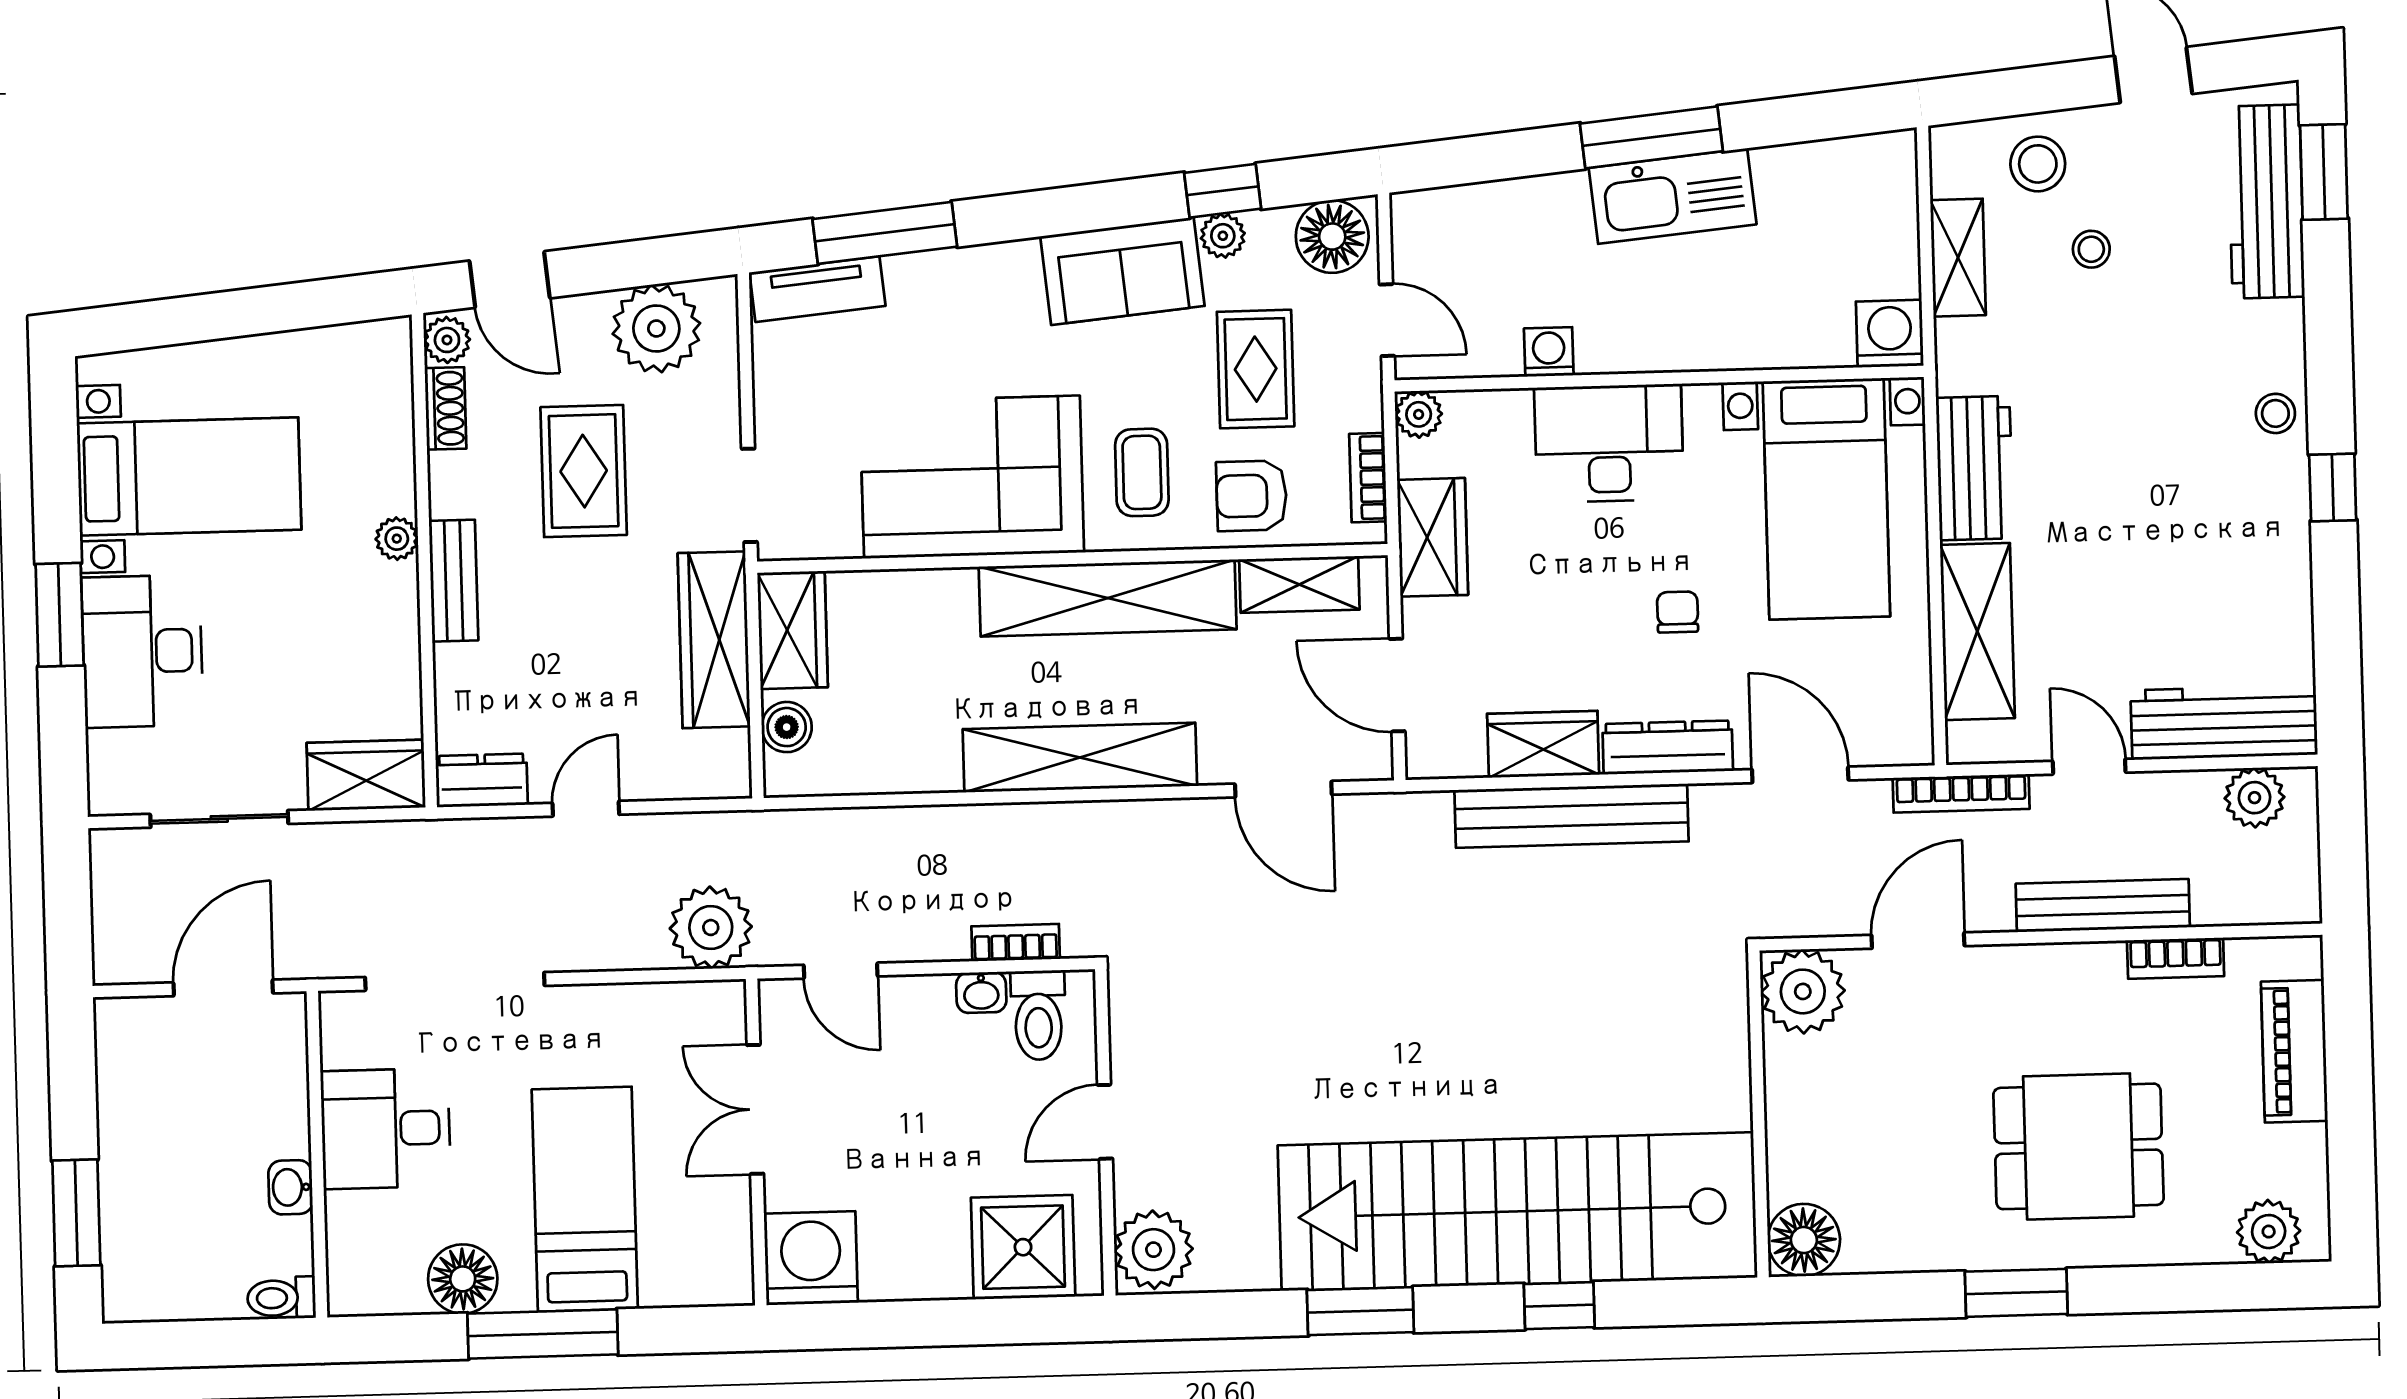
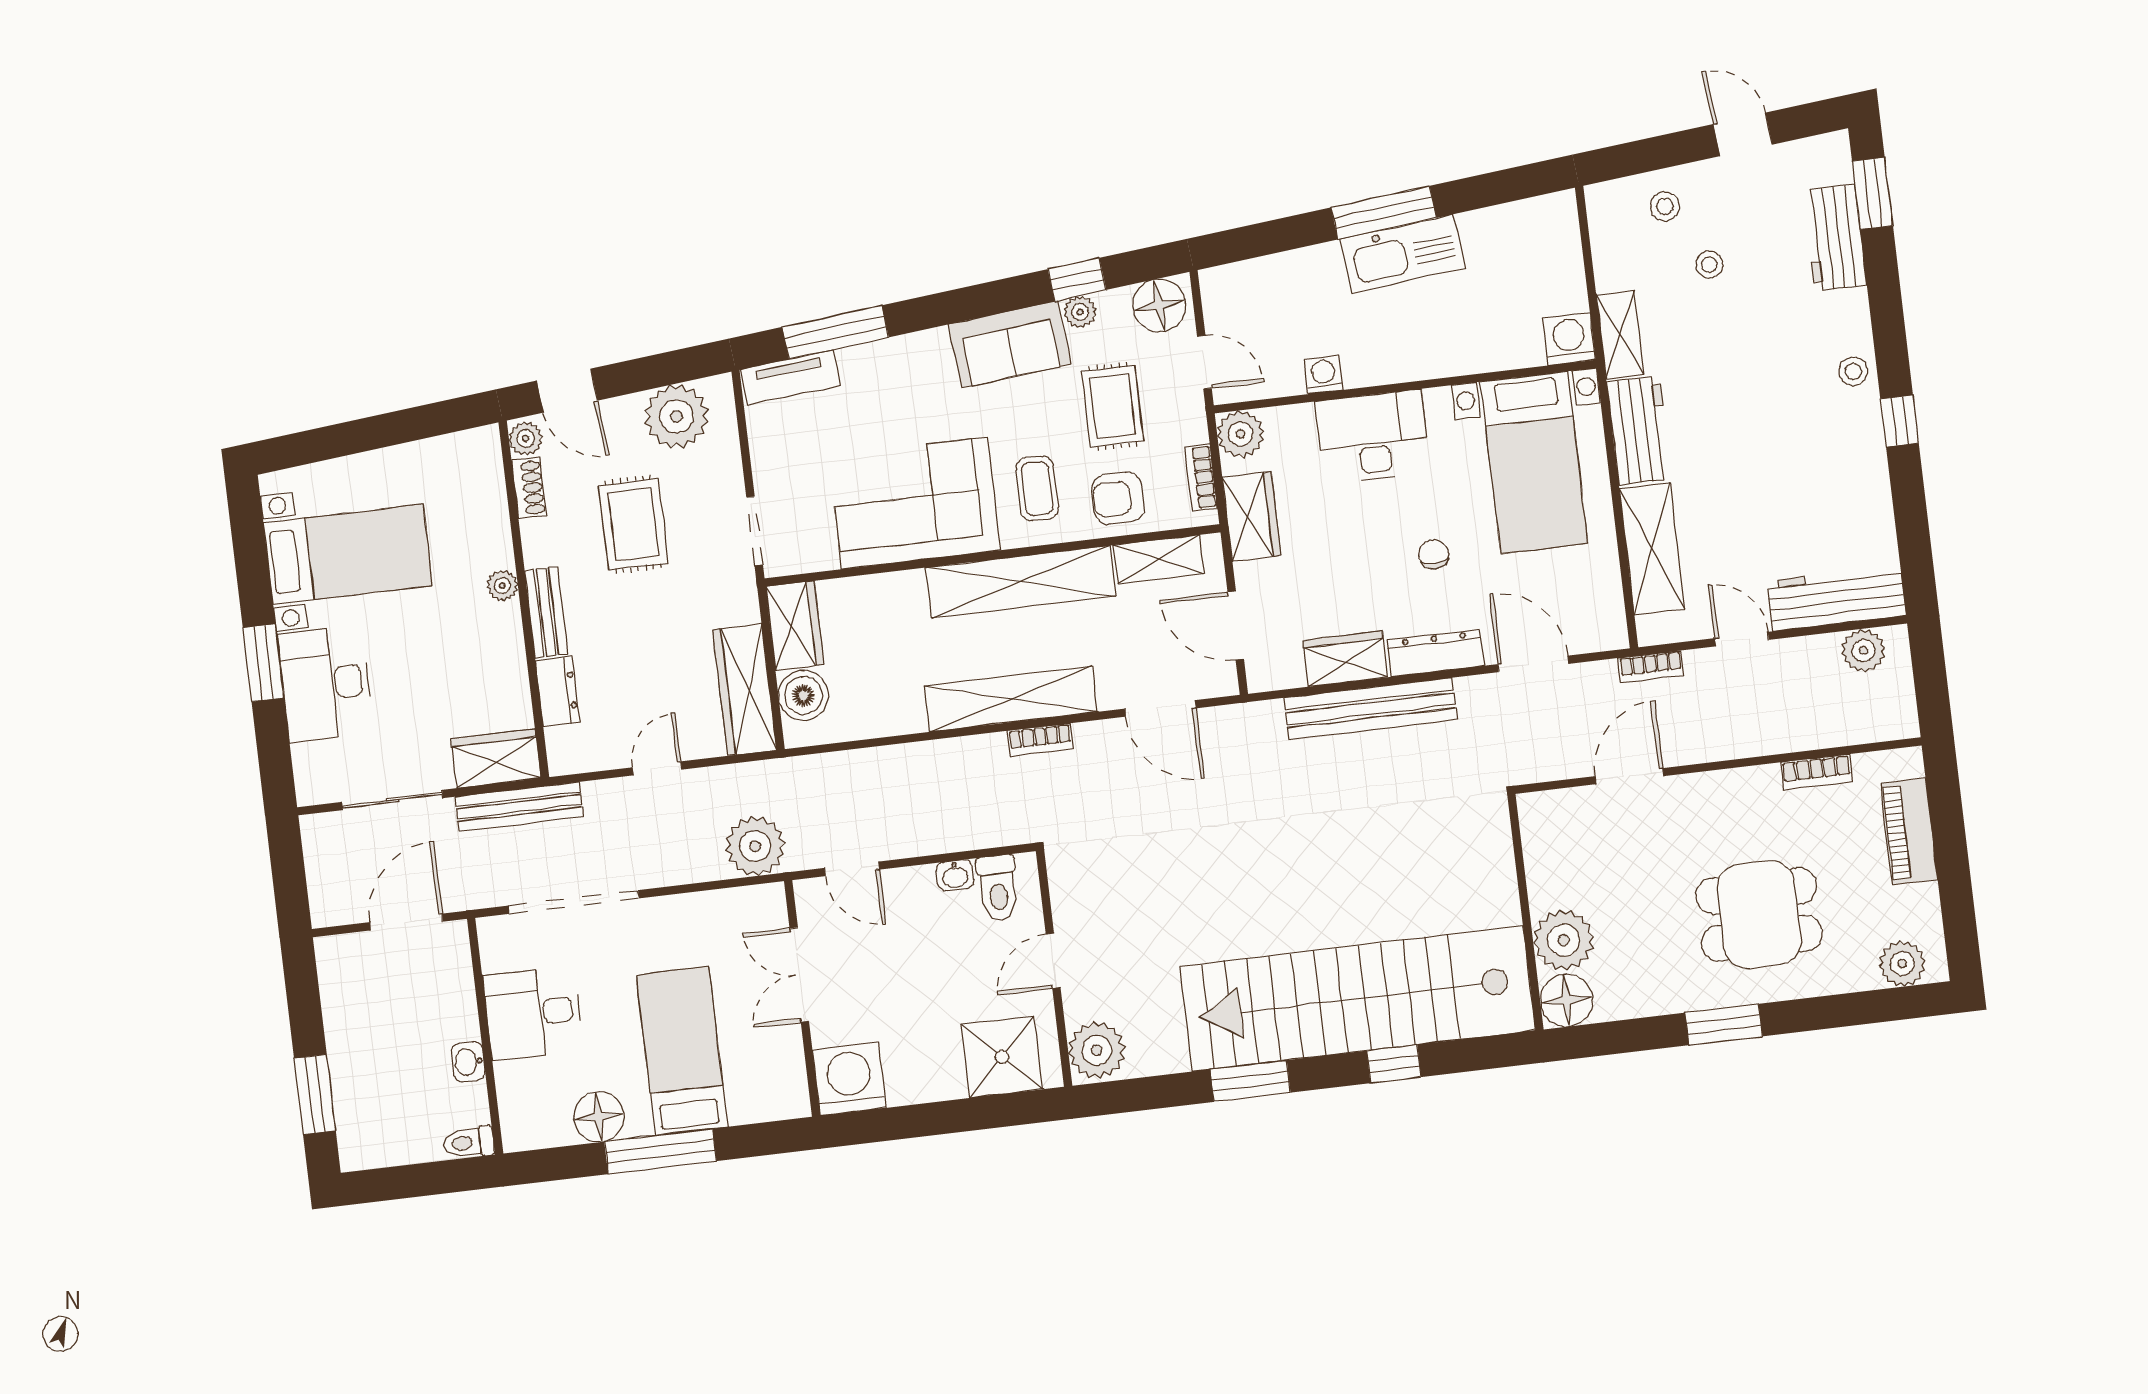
stool: (2038, 164) -> (1665, 206), width x0.73, depth x0.73
workbench: (2266, 202) -> (1835, 237), width x0.73
shelving: (1958, 258) -> (1620, 335), moved
plant: (1419, 414) -> (1241, 434), width x1.38, depth x1.38
wardrobe: (714, 640) -> (745, 690), moved
boiler: (787, 727) -> (803, 695), width x1.36, depth x1.36
dresser: (482, 780) -> (558, 692), moved, turned 90
bookcase: (1961, 793) -> (1651, 667), width x0.64
bench: (2103, 906) -> (519, 807), moved
bookcase: (1016, 943) -> (1040, 740), moved, turned 180
plant: (1803, 991) -> (1564, 940), moved

